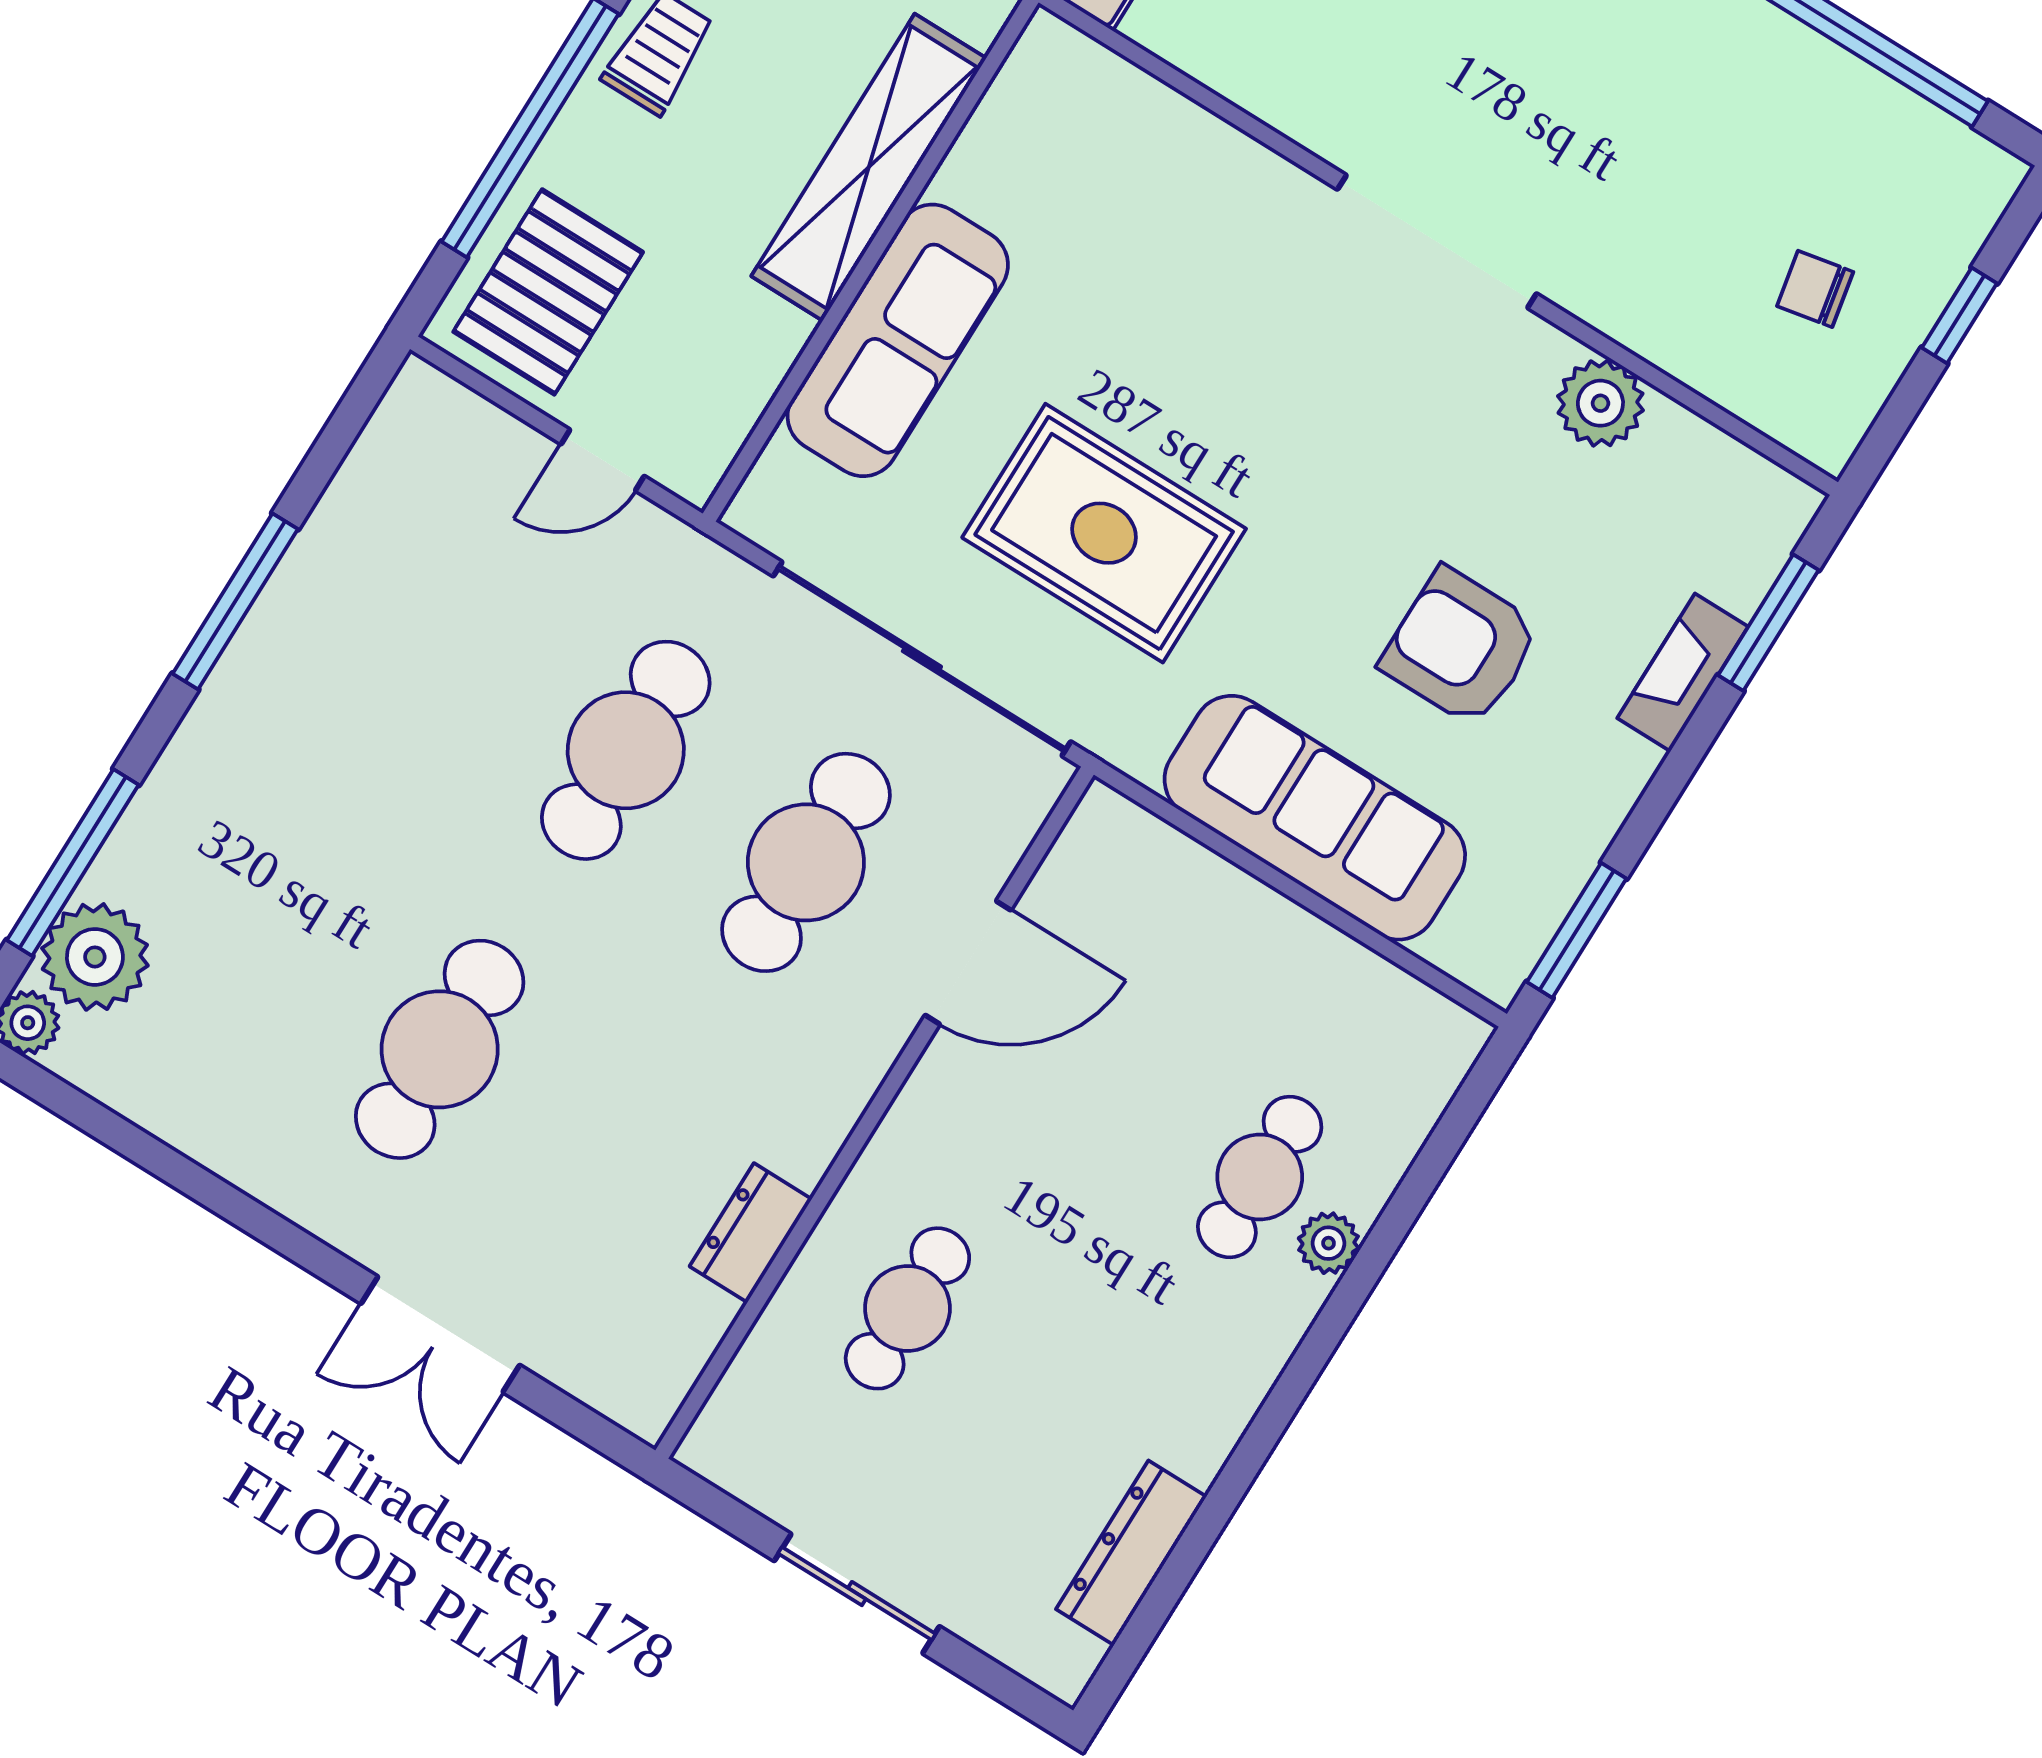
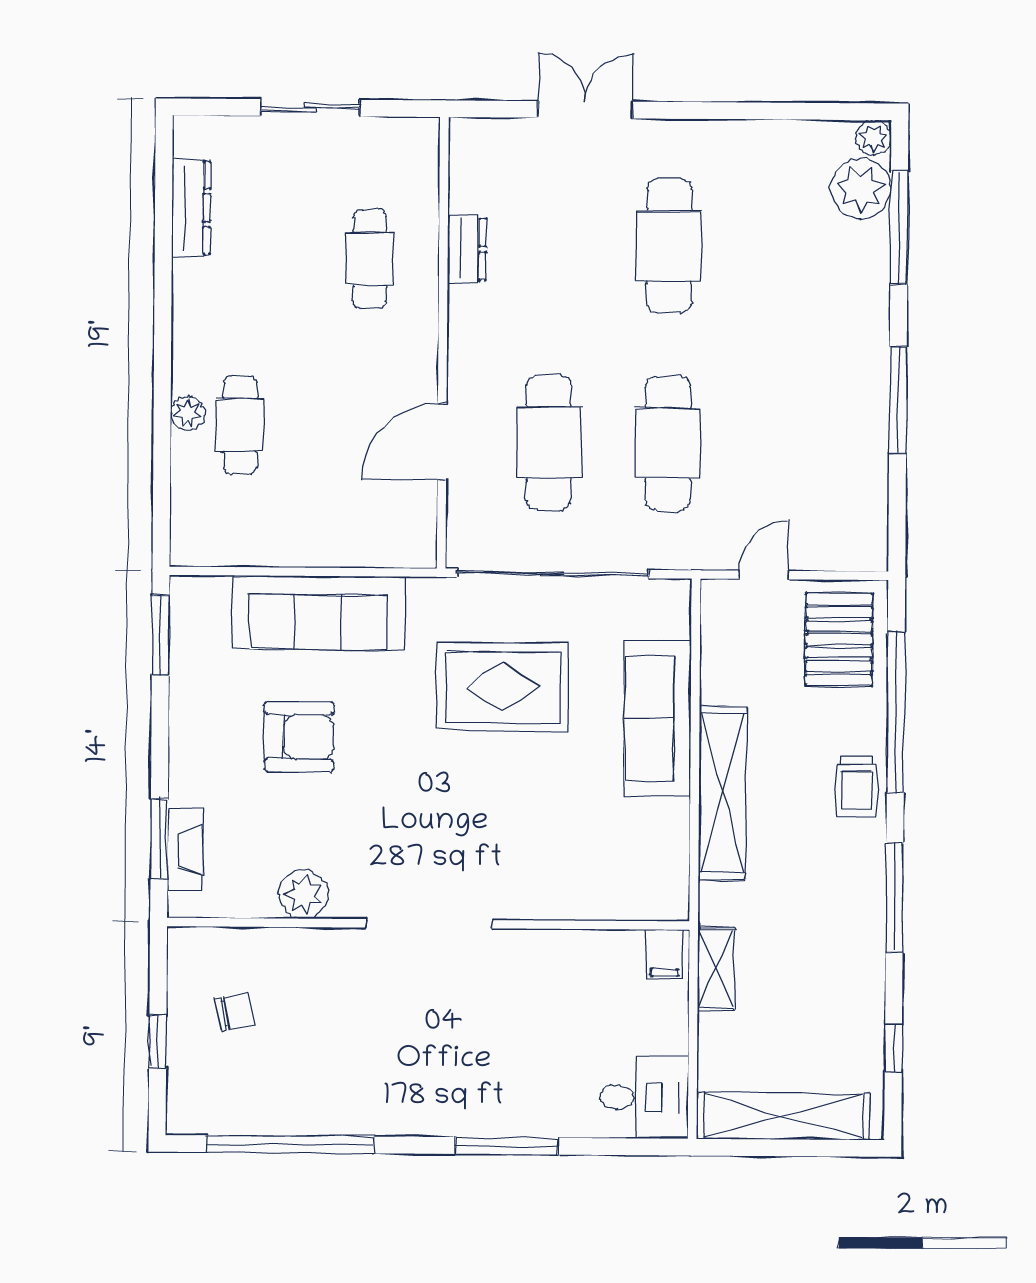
fireplace: (1683, 672) -> (185, 850), moved

